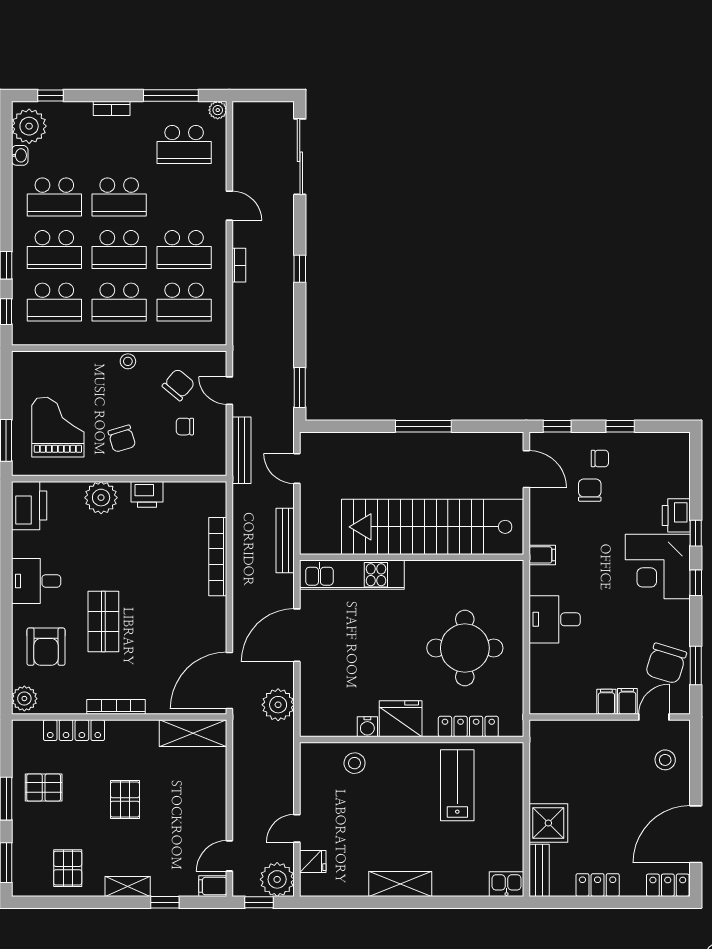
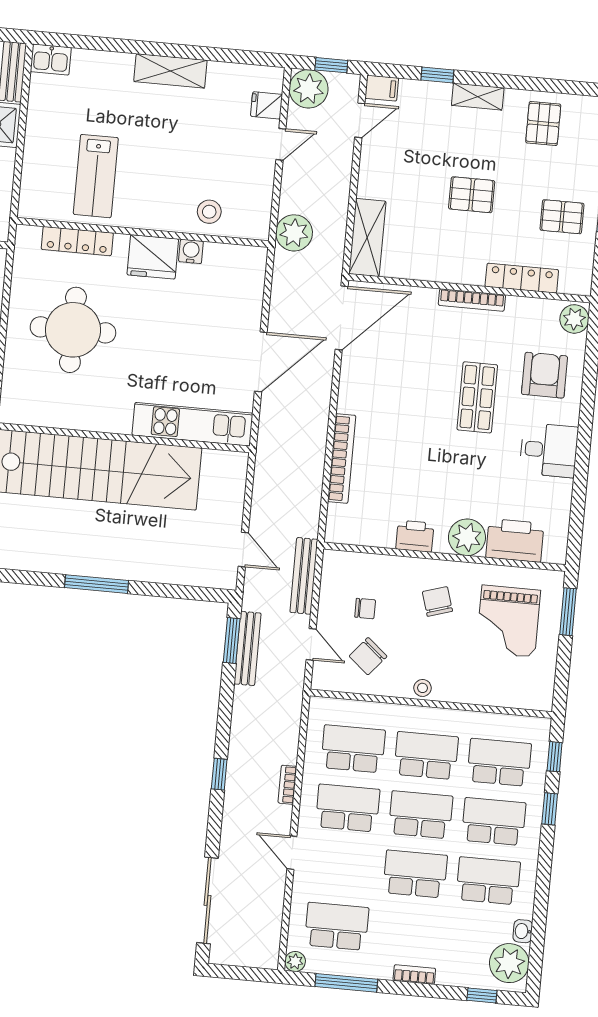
printer: (29, 506) -> (515, 540), moved, turned 90
bench: (285, 540) -> (248, 648), moved
plant: (278, 705) -> (294, 233), moved
shelving: (193, 733) -> (367, 238), moved, turned 90
pallet: (125, 799) -> (472, 195), turned 90

